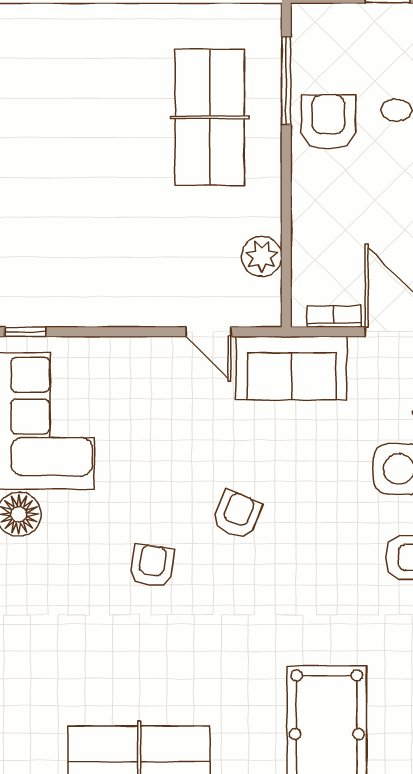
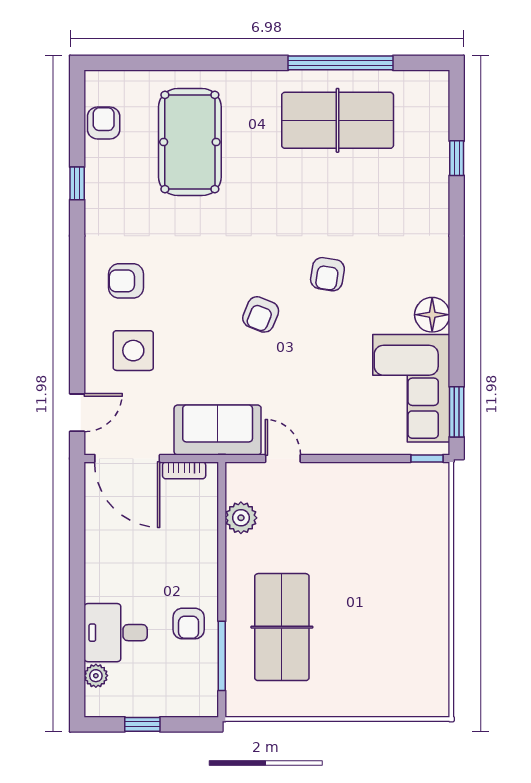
armchair: (328, 122) -> (189, 624), width x0.72, depth x0.72

